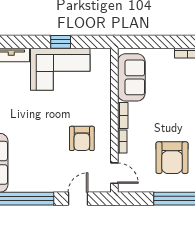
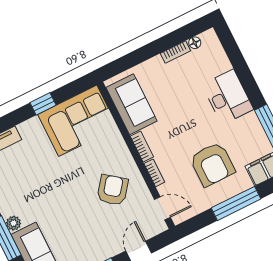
corner sofa: (60, 69) -> (78, 121), moved
armchair: (82, 138) -> (113, 190), turned -142

